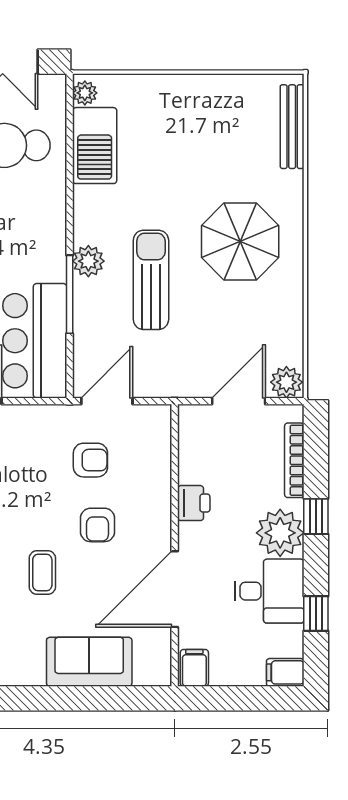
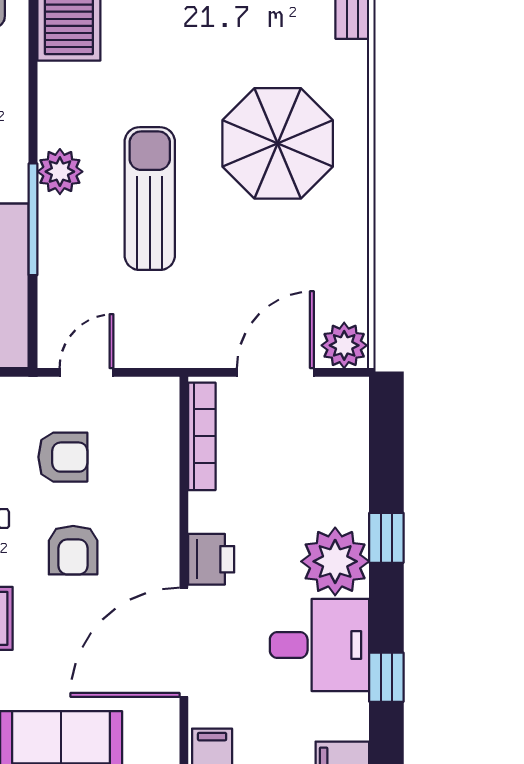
door: (107, 401) -> (86, 372), width x0.73
bookcase: (294, 460) -> (202, 436), moved, turned 180
printer: (194, 503) -> (211, 559), moved

